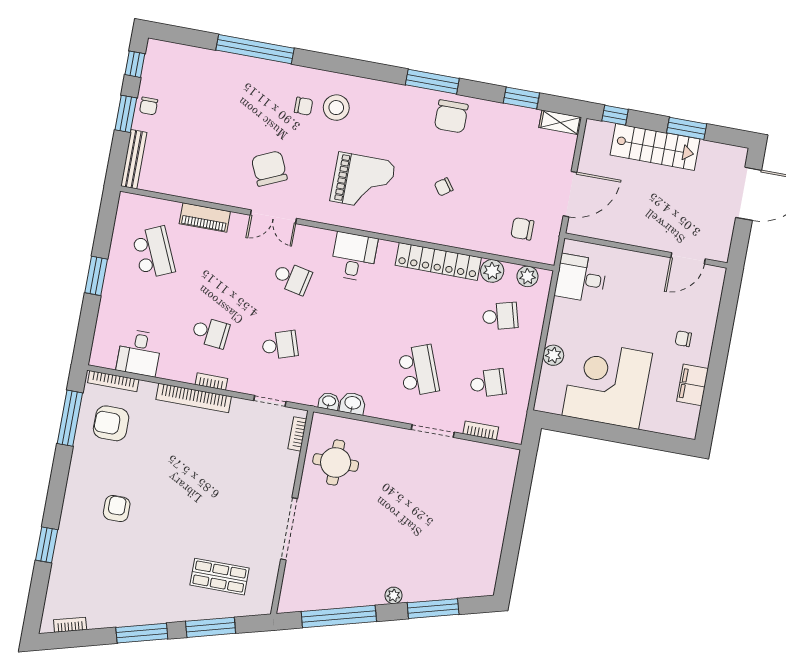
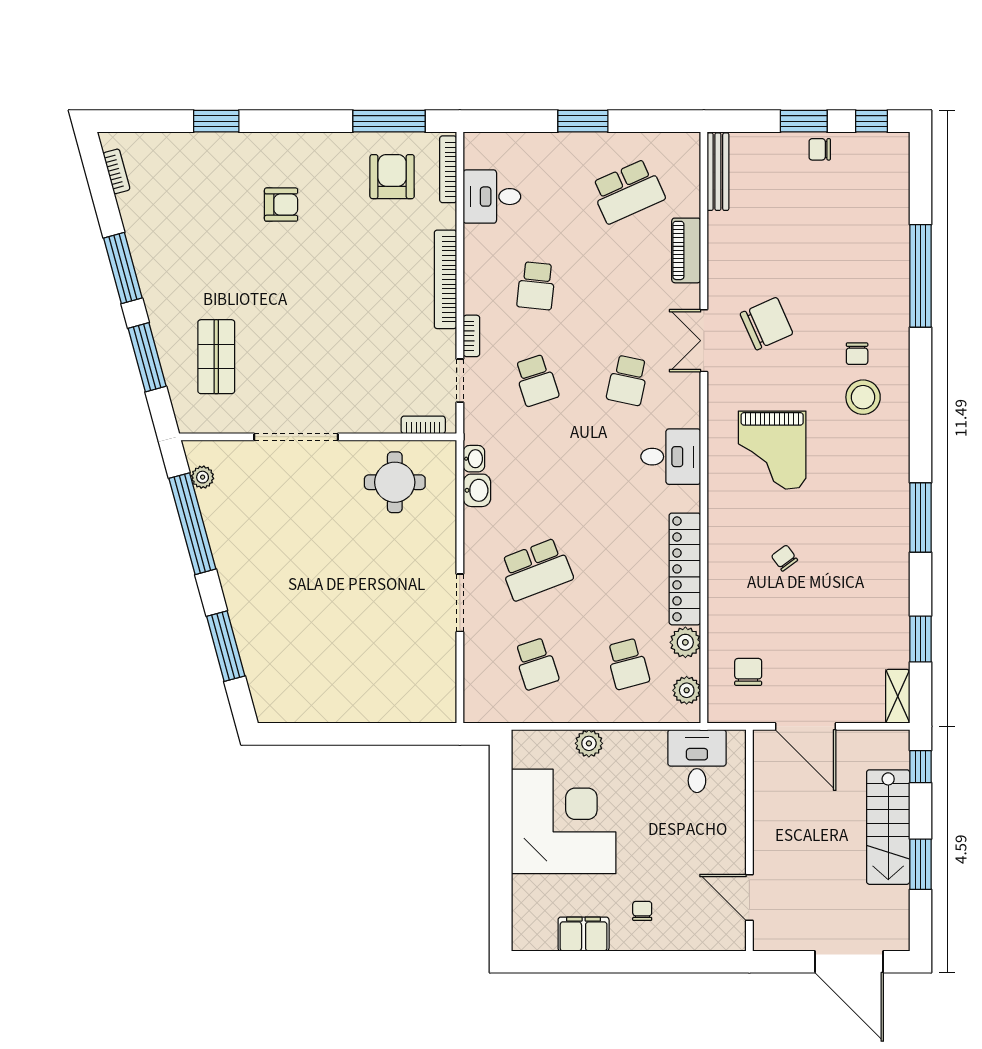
chair: (451, 116) -> (879, 551), removed
bench: (134, 159) -> (718, 172), moved, turned 90
bookcase: (211, 382) -> (471, 336), moved
bookcase: (481, 430) -> (472, 666), removed
plant: (393, 595) -> (203, 477), moved

